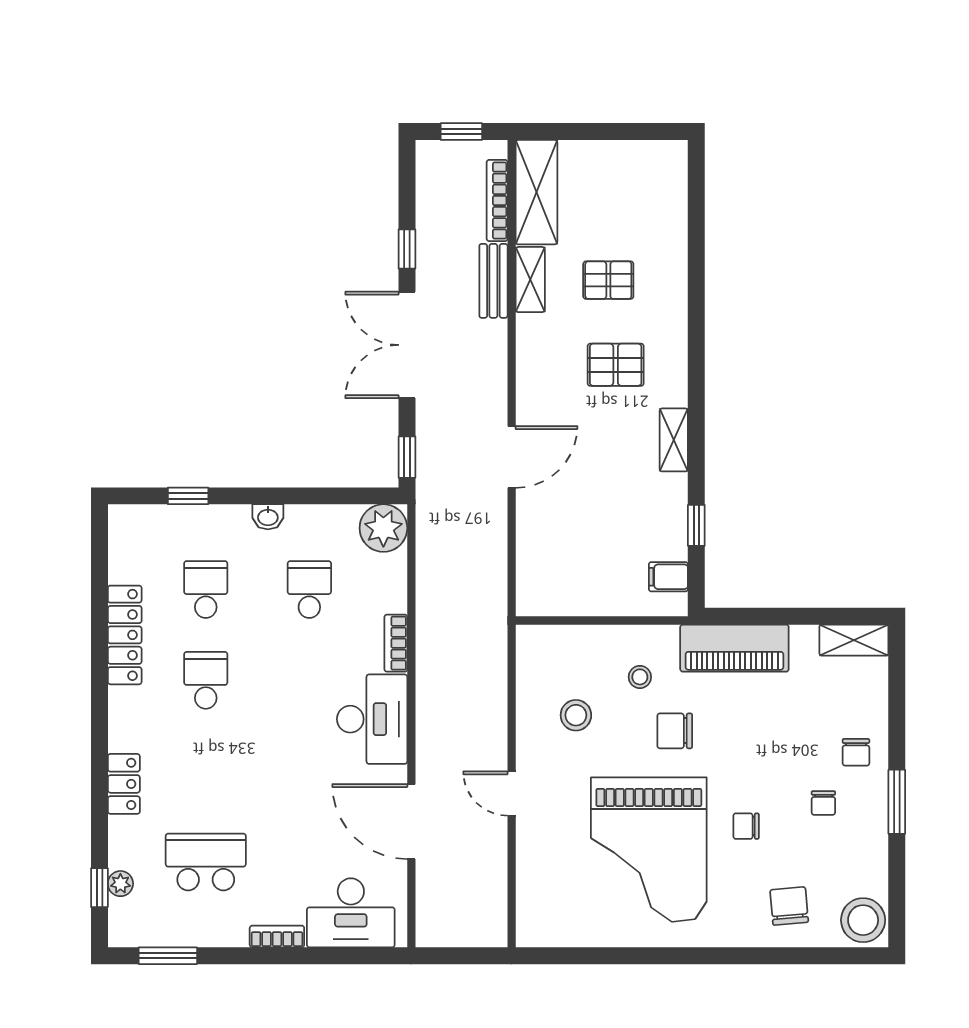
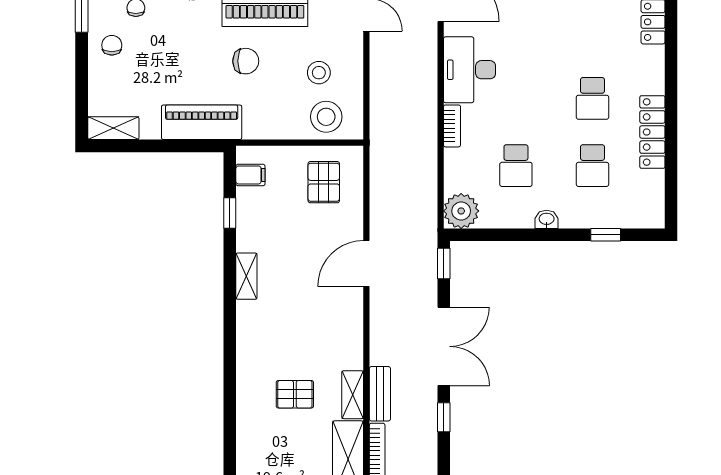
pallet: (616, 365) -> (324, 182), moved, turned 90
stool: (640, 677) -> (326, 117), moved, width x1.89, depth x1.89

